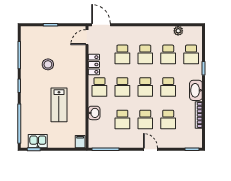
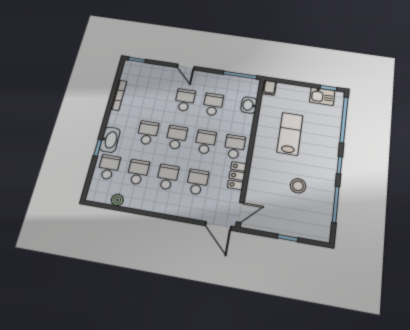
washbasin: (196, 90) -> (110, 140), moved
washbasin: (94, 113) -> (249, 105), moved
school desk: (168, 119) -> (157, 96), removed

